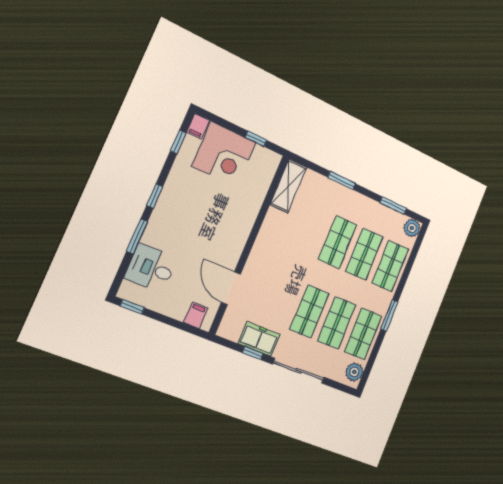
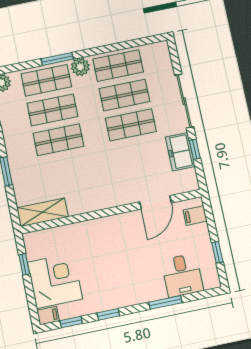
window: (155, 196) -> (108, 314), moved
window: (132, 307) -> (217, 252), moved
window: (389, 315) -> (57, 59), moved
plant: (354, 372) -> (80, 67), moved

